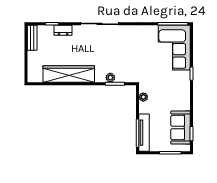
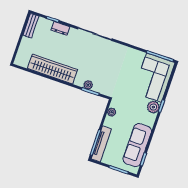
plant: (184, 78) -> (153, 107), added
sofa: (181, 127) -> (137, 145), width x1.36

